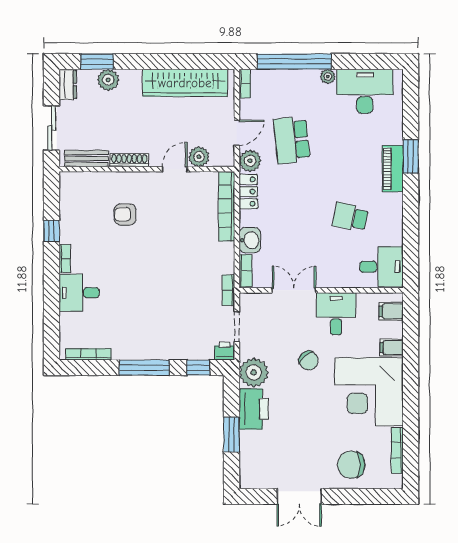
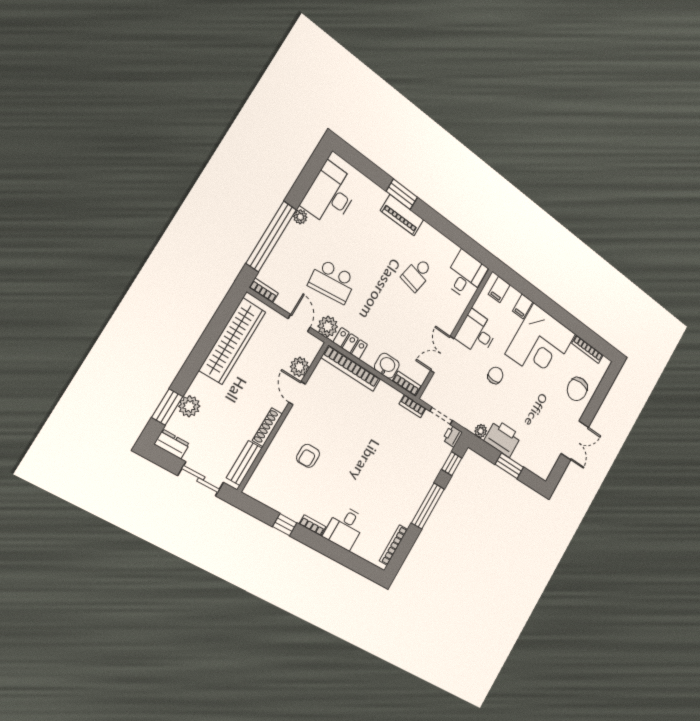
chair: (309, 361) -> (495, 375), turned -48
plant: (254, 372) -> (481, 431), width x0.53, depth x0.53

